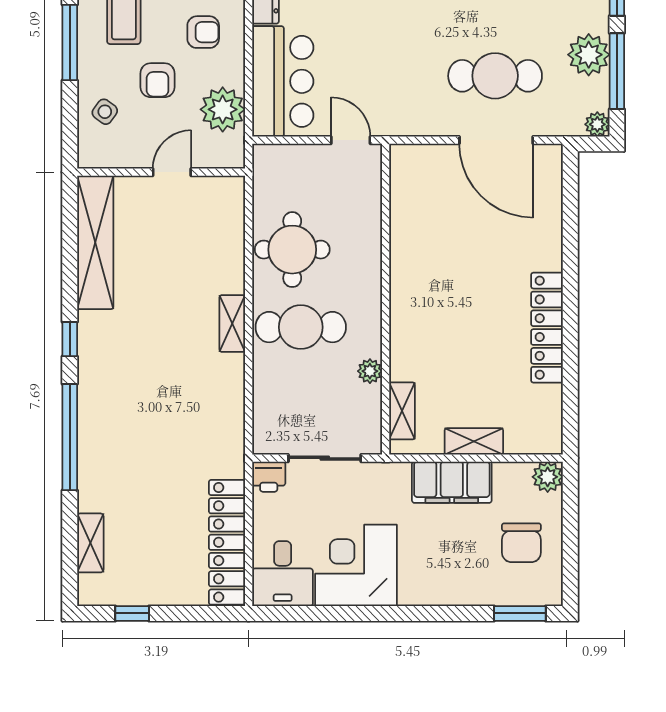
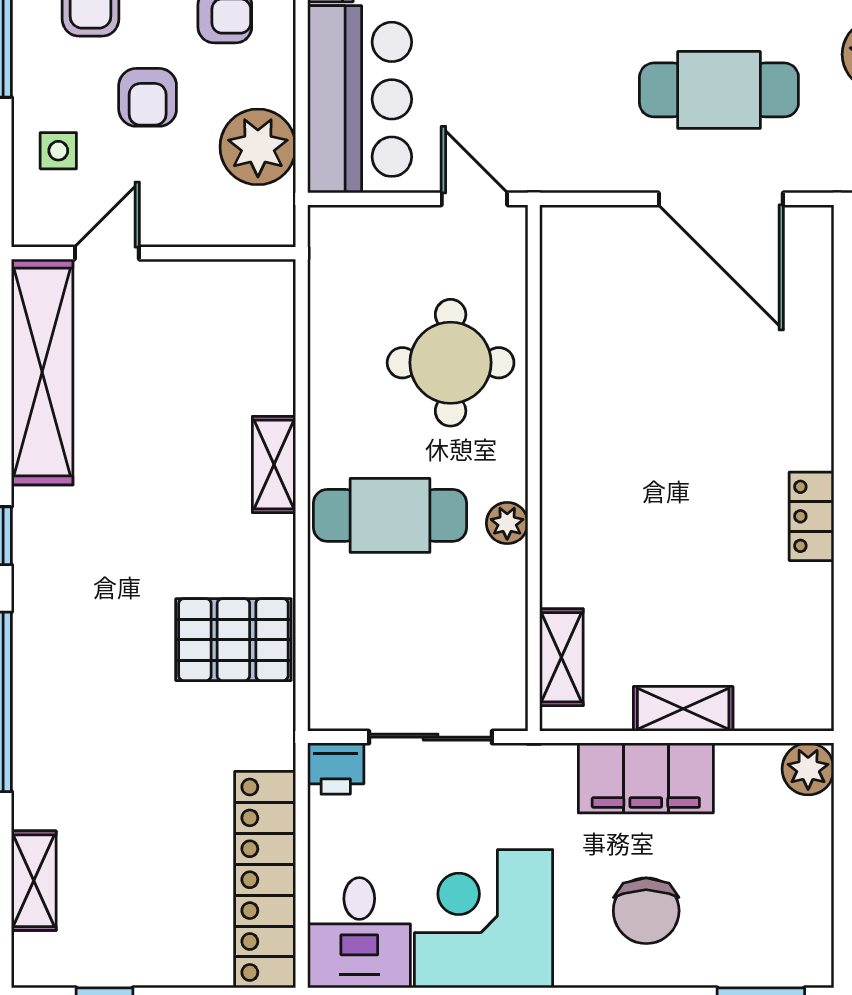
side table: (105, 112) -> (58, 151), turned -36
door: (172, 172) -> (107, 253), moved
round table: (292, 250) -> (451, 363), moved
shelving: (232, 323) -> (274, 464), moved
locker: (547, 328) -> (812, 516), width x0.46, depth x0.83
plant: (370, 371) -> (507, 523), moved
pallet: (208, 401) -> (233, 640), added
chair: (521, 543) -> (646, 911), moved

